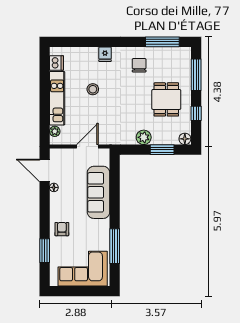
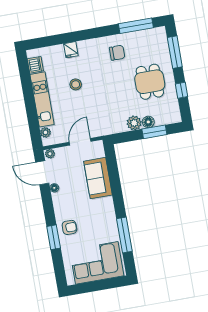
fridge: (105, 54) -> (71, 50), moved
chair: (139, 65) -> (117, 53), turned 90
floor lamp: (185, 139) -> (148, 122), moved
plant: (55, 153) -> (50, 154), added
sofa: (99, 192) -> (98, 178), width x0.73
armchair: (62, 229) -> (69, 227), turned 90
window: (45, 251) -> (54, 237), moved

